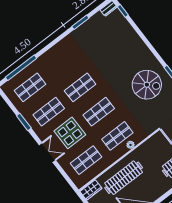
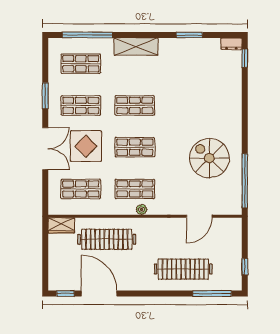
shelving: (54, 53) -> (136, 47), added
spiral stairs: (147, 85) -> (209, 158), turned 180
double door: (47, 153) -> (45, 149), width x1.37

